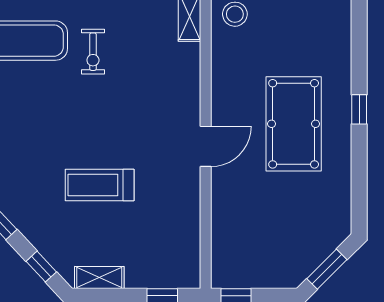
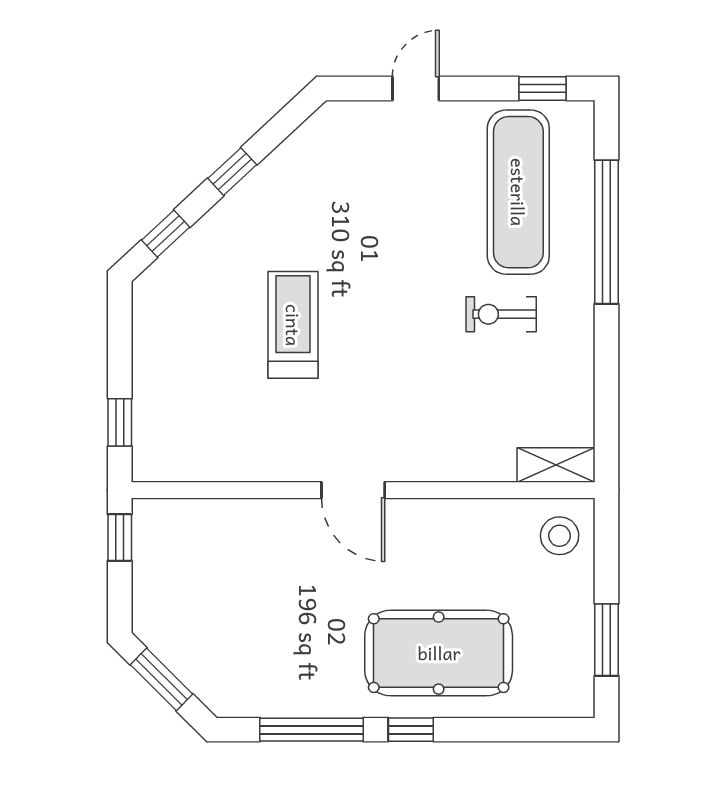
pool table: (294, 124) -> (439, 653), moved
window: (359, 173) -> (312, 730), added
shelving: (99, 277) -> (149, 324), removed

